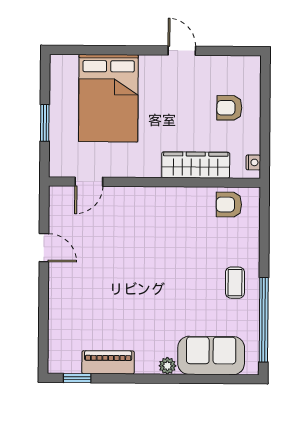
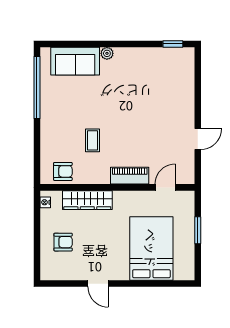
door: (44, 248) -> (198, 139), swing flipped
coffee table: (235, 283) -> (93, 140), moved
piano: (108, 362) -> (130, 176), moved, turned 180

